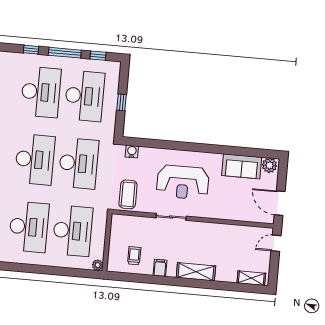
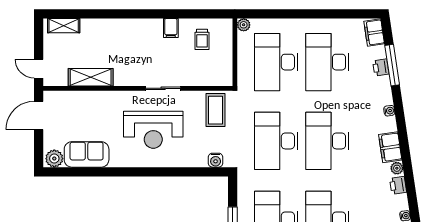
reception desk: (183, 182) -> (153, 130), turned 180
door: (280, 203) -> (39, 116), swing flipped
door: (276, 243) -> (39, 69), swing flipped
shelving: (196, 272) -> (91, 77), moved

